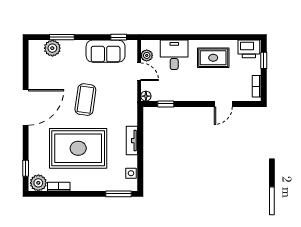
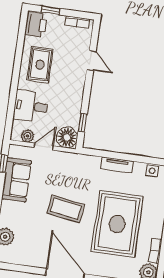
floor lamp: (146, 96) -> (67, 138), width x1.89, depth x1.89

